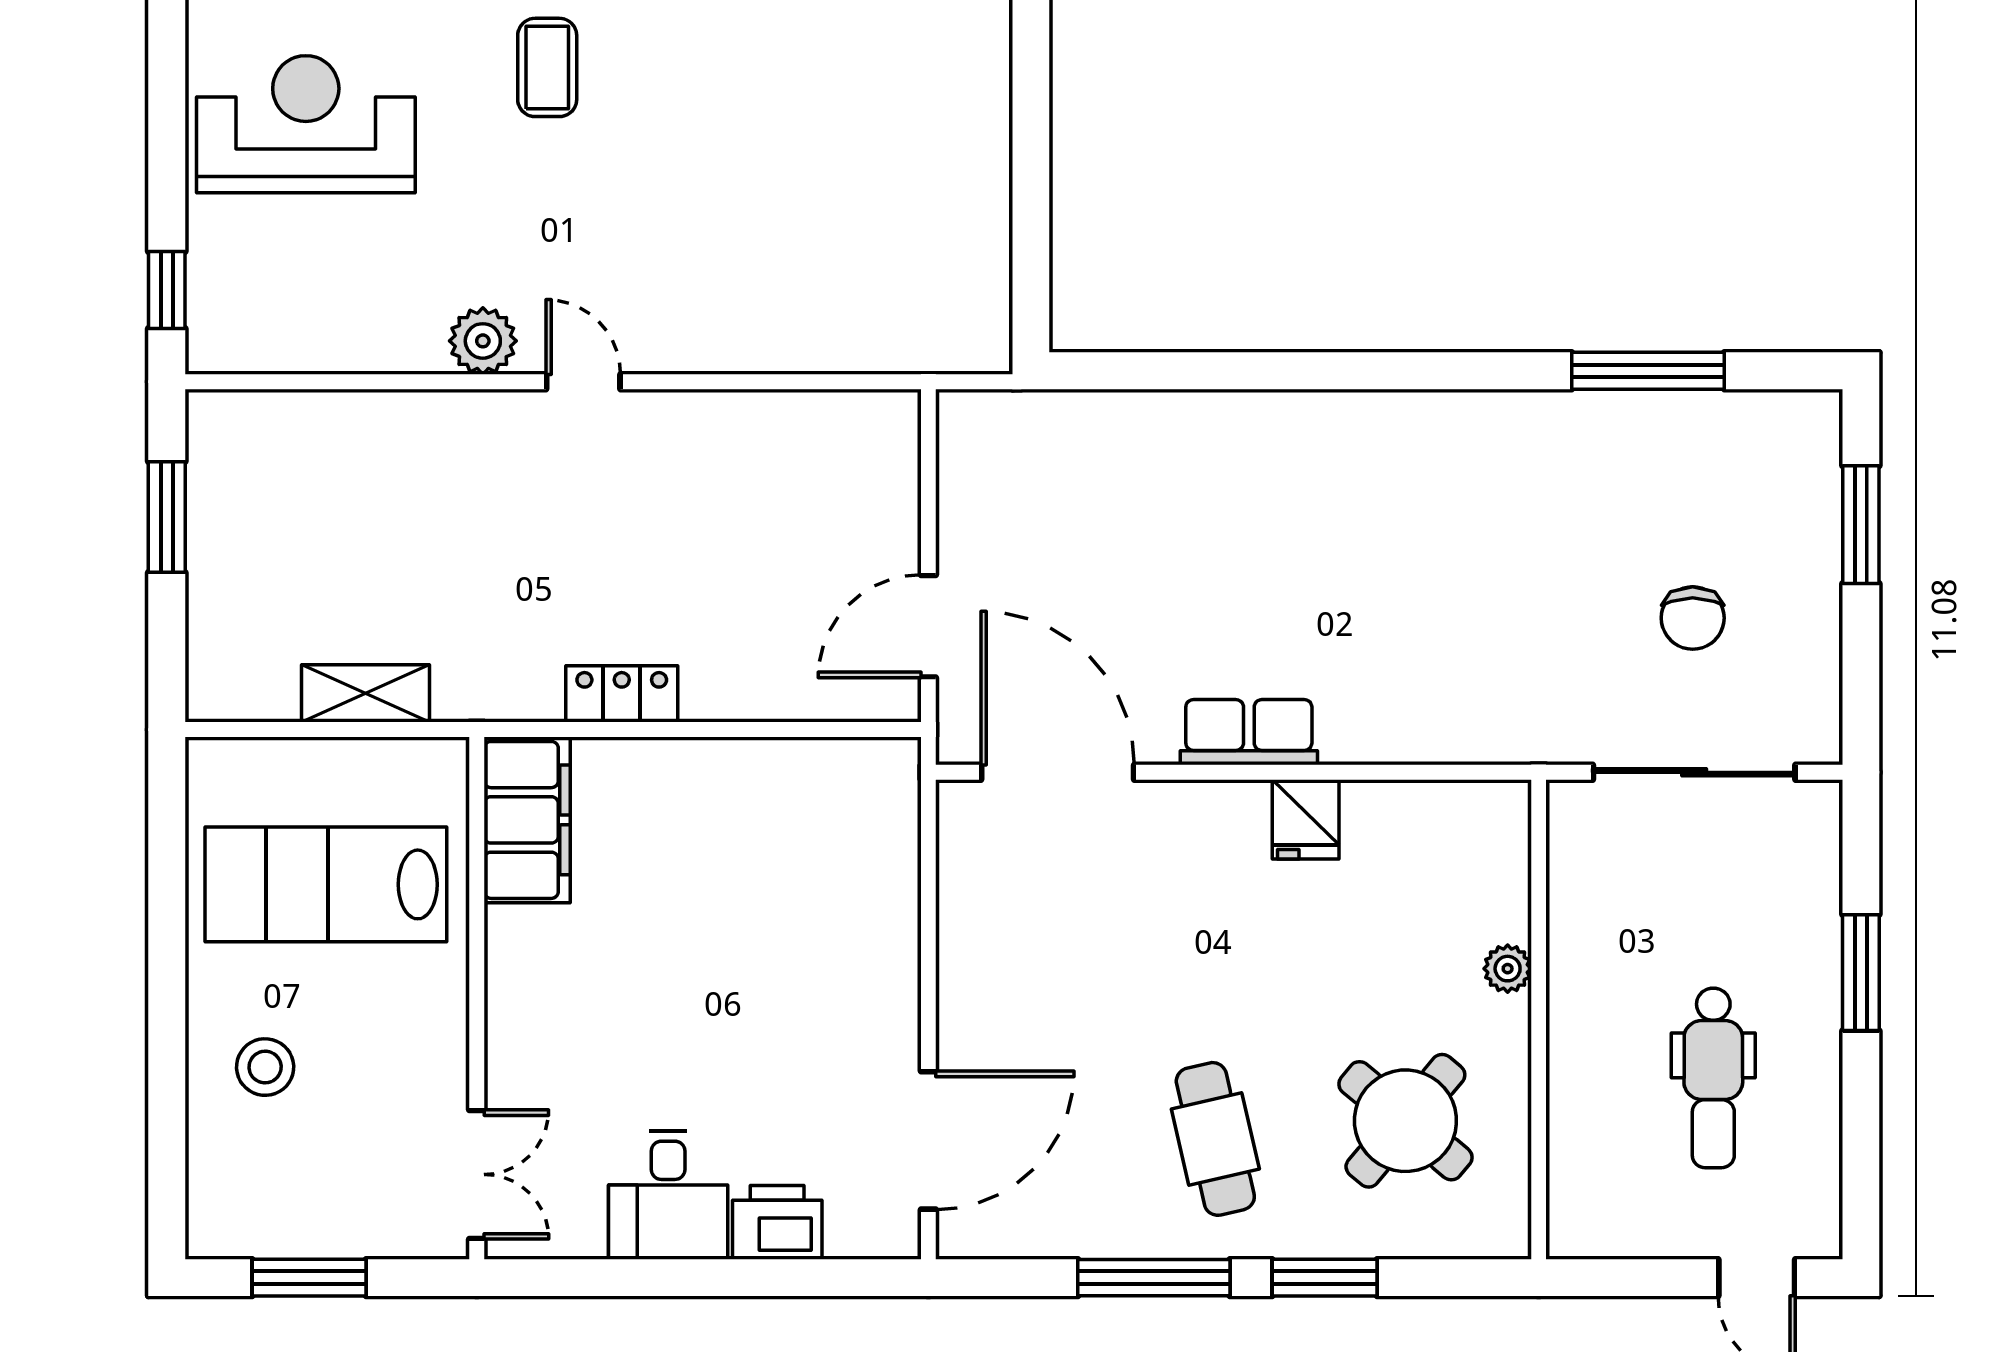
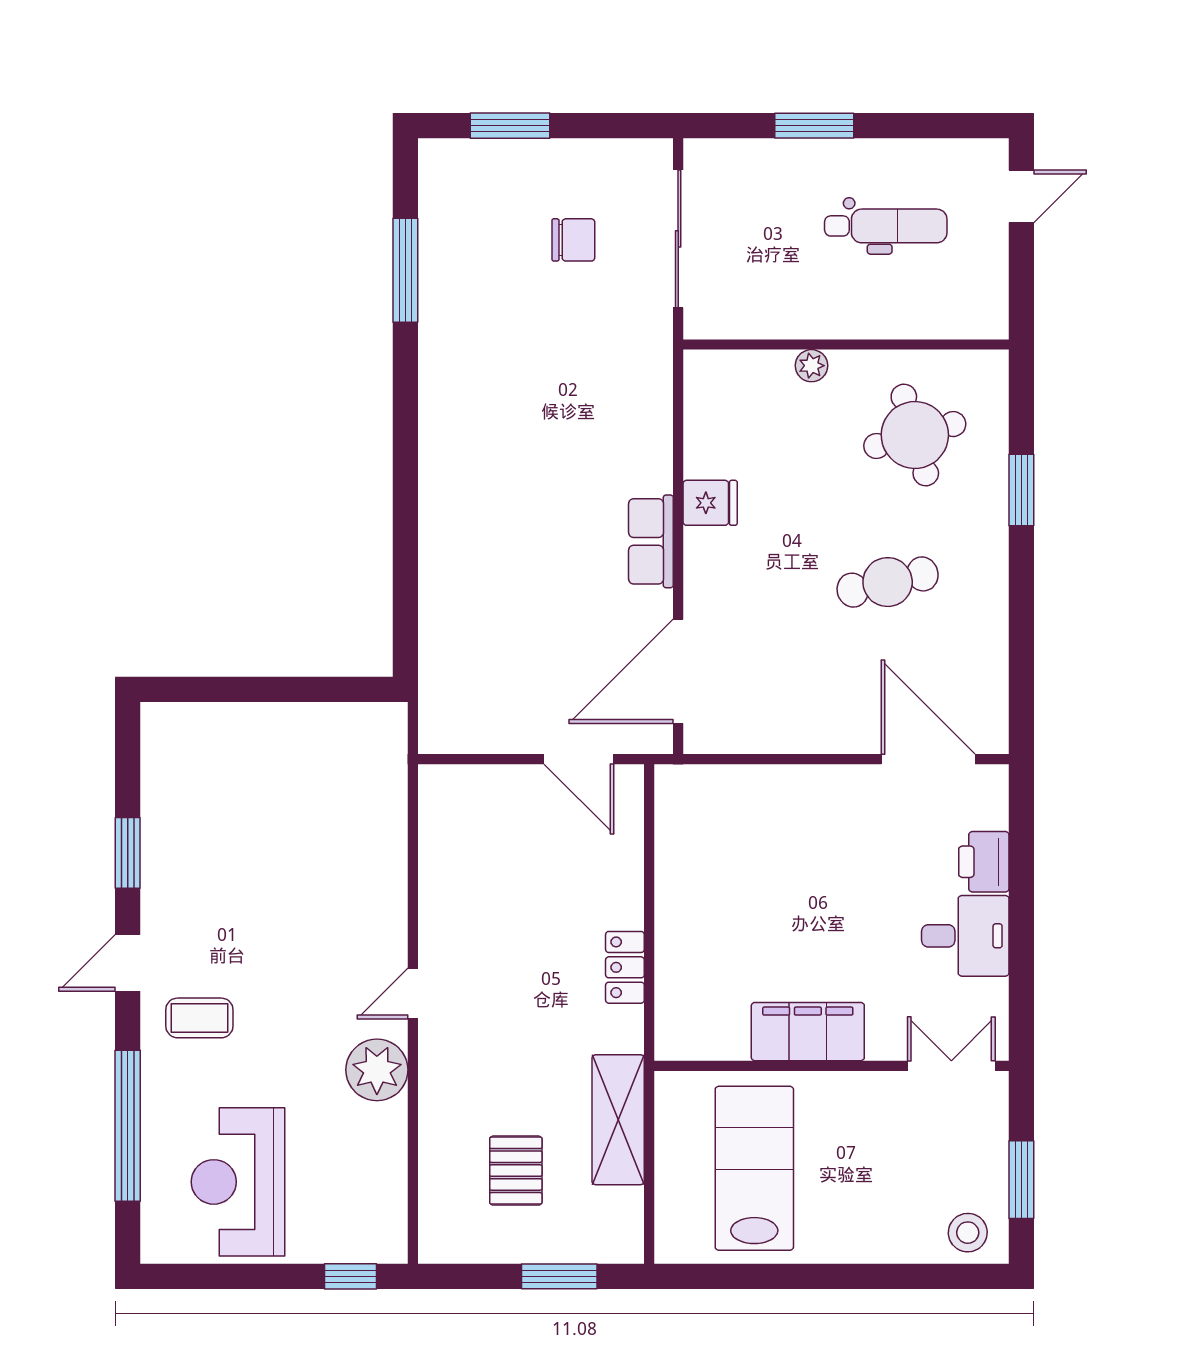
plant: (483, 341) -> (377, 1070), width x1.36, depth x1.36
window: (167, 517) -> (559, 1276), moved
pallet: (323, 533) -> (516, 1171), added
shelving: (365, 693) -> (618, 1120), width x1.50, depth x1.33
filing cabinet: (527, 820) -> (808, 1032), moved
lab bench: (326, 884) -> (754, 1168), turned 180
stool: (265, 1067) -> (968, 1233), moved
round table: (1405, 1121) -> (915, 435), turned 34
cafe table: (1215, 1139) -> (888, 582), moved
window: (1154, 1278) -> (1021, 606), removed

